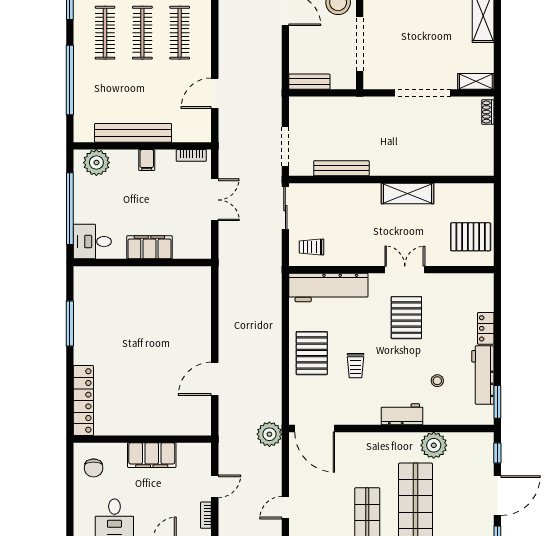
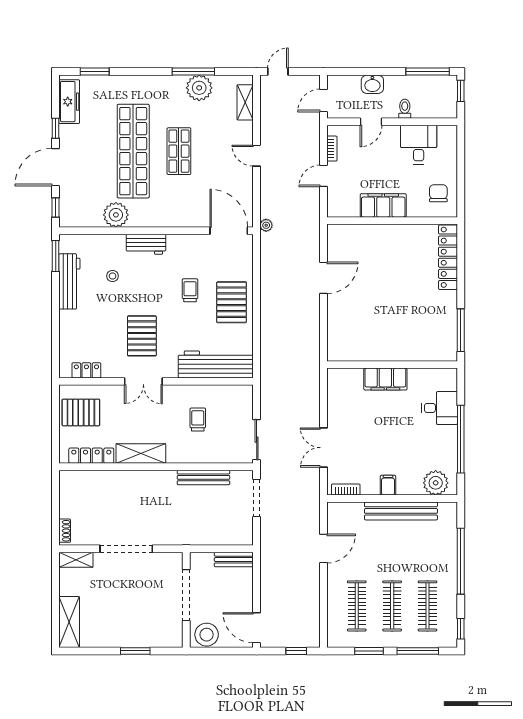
locker: (460, 191) -> (91, 456), added
filing cabinet: (149, 247) -> (385, 379), moved
trolley: (311, 247) -> (198, 420), moved, turned -90
wall: (142, 263) -> (392, 365), moved
locker: (486, 328) -> (86, 370), moved, turned -90
plant: (269, 434) -> (266, 225), width x0.53, depth x0.53
door: (285, 508) -> (257, 156), swing flipped

